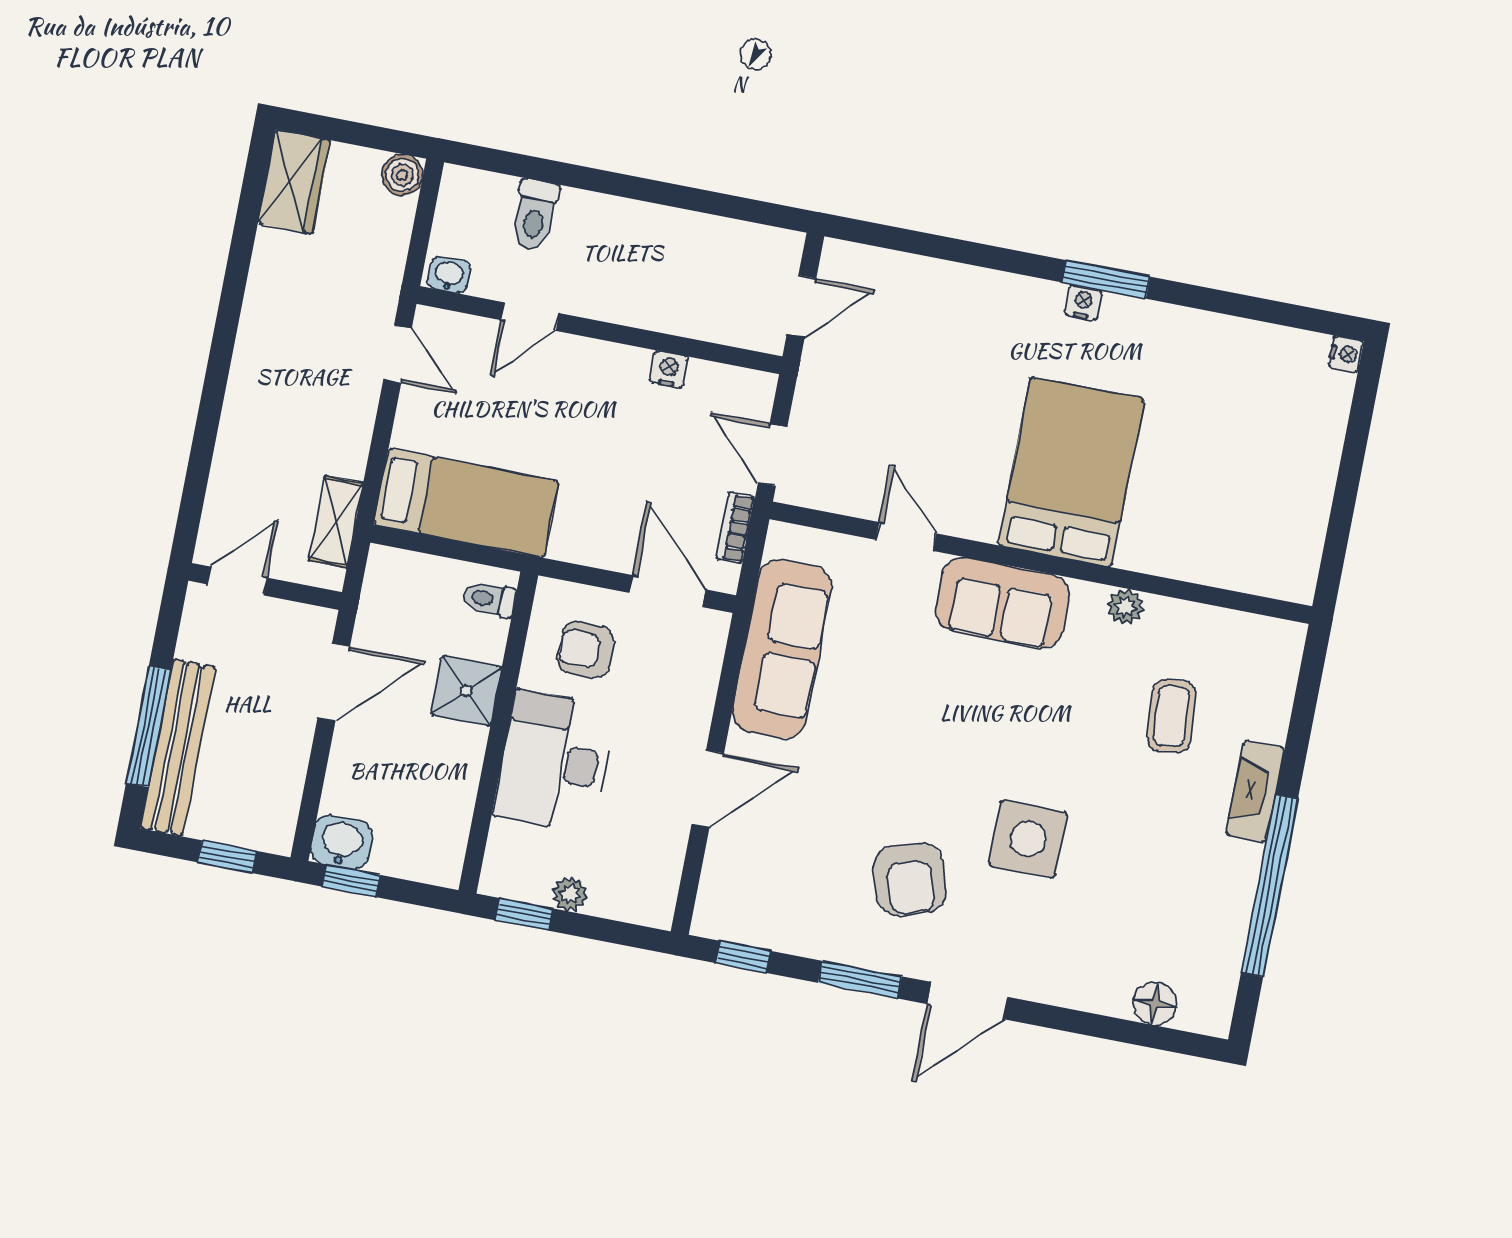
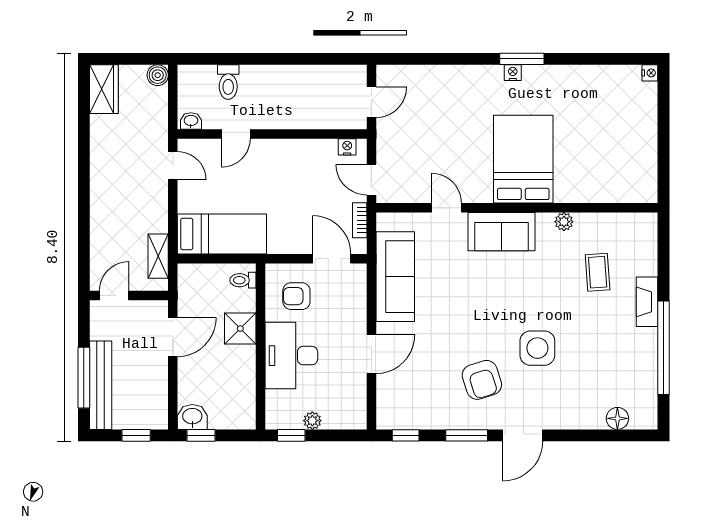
nightstand: (669, 369) -> (347, 147), moved

